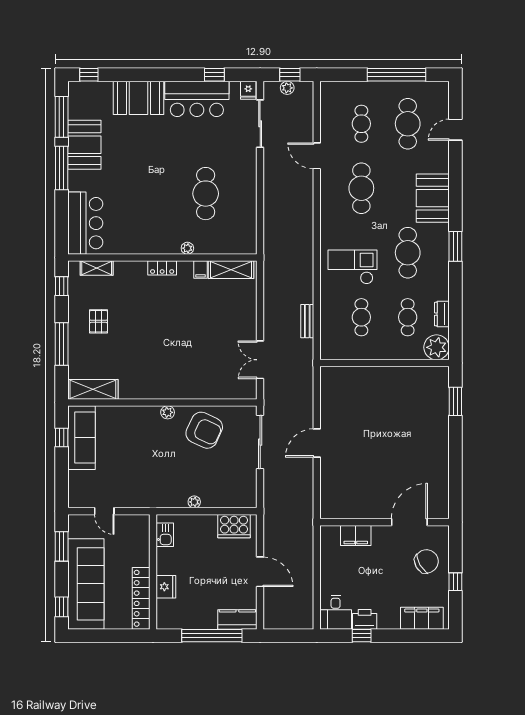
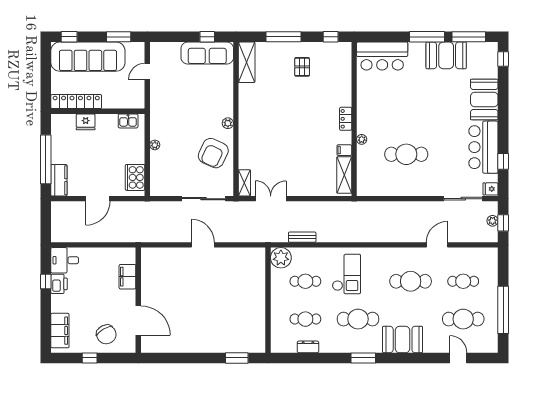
shelving: (97, 268) -> (244, 183), moved
pallet: (98, 321) -> (302, 67), turned 90
plant: (437, 347) -> (281, 258), moved

